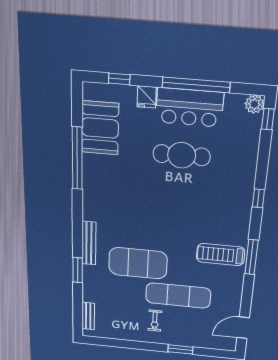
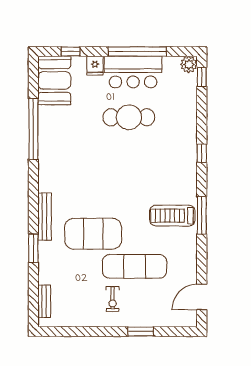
booth: (100, 128) -> (54, 80), moved

